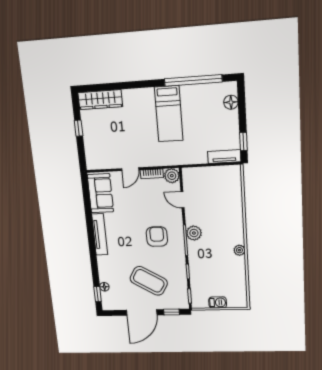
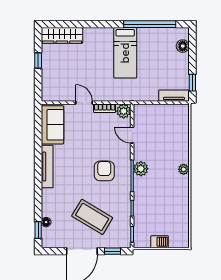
door: (130, 169) -> (84, 103), swing flipped
plant: (239, 250) -> (184, 169), moved

